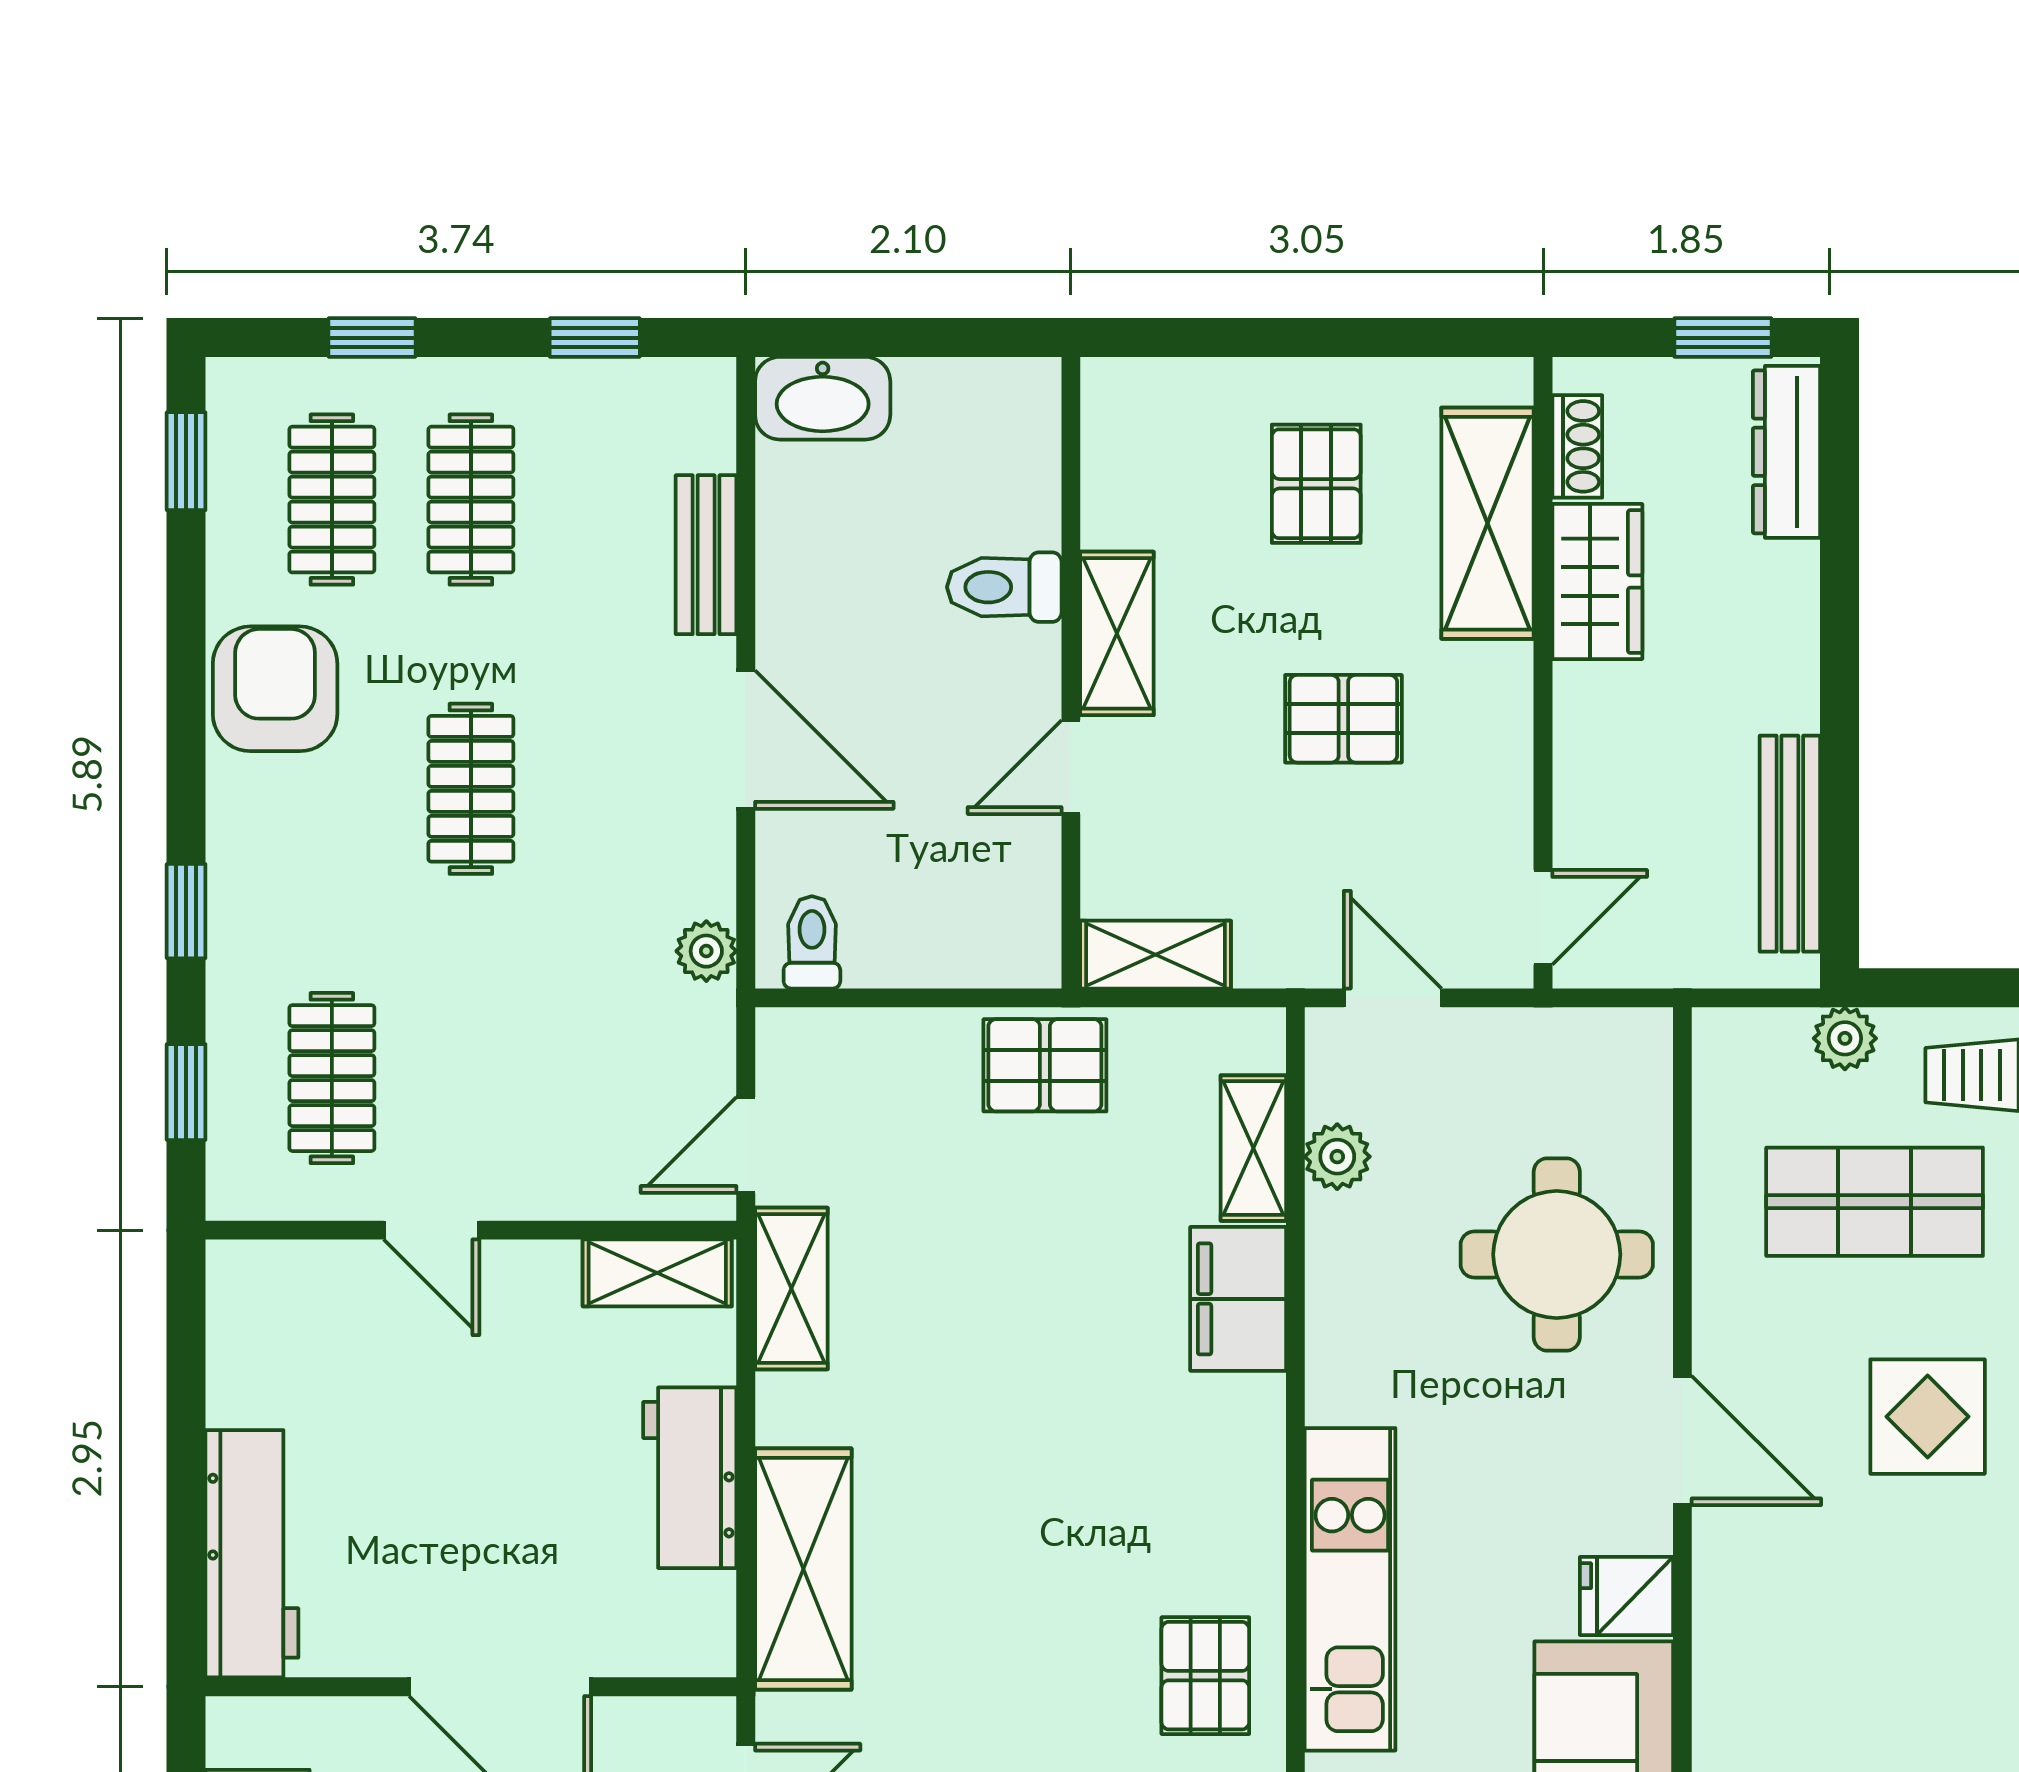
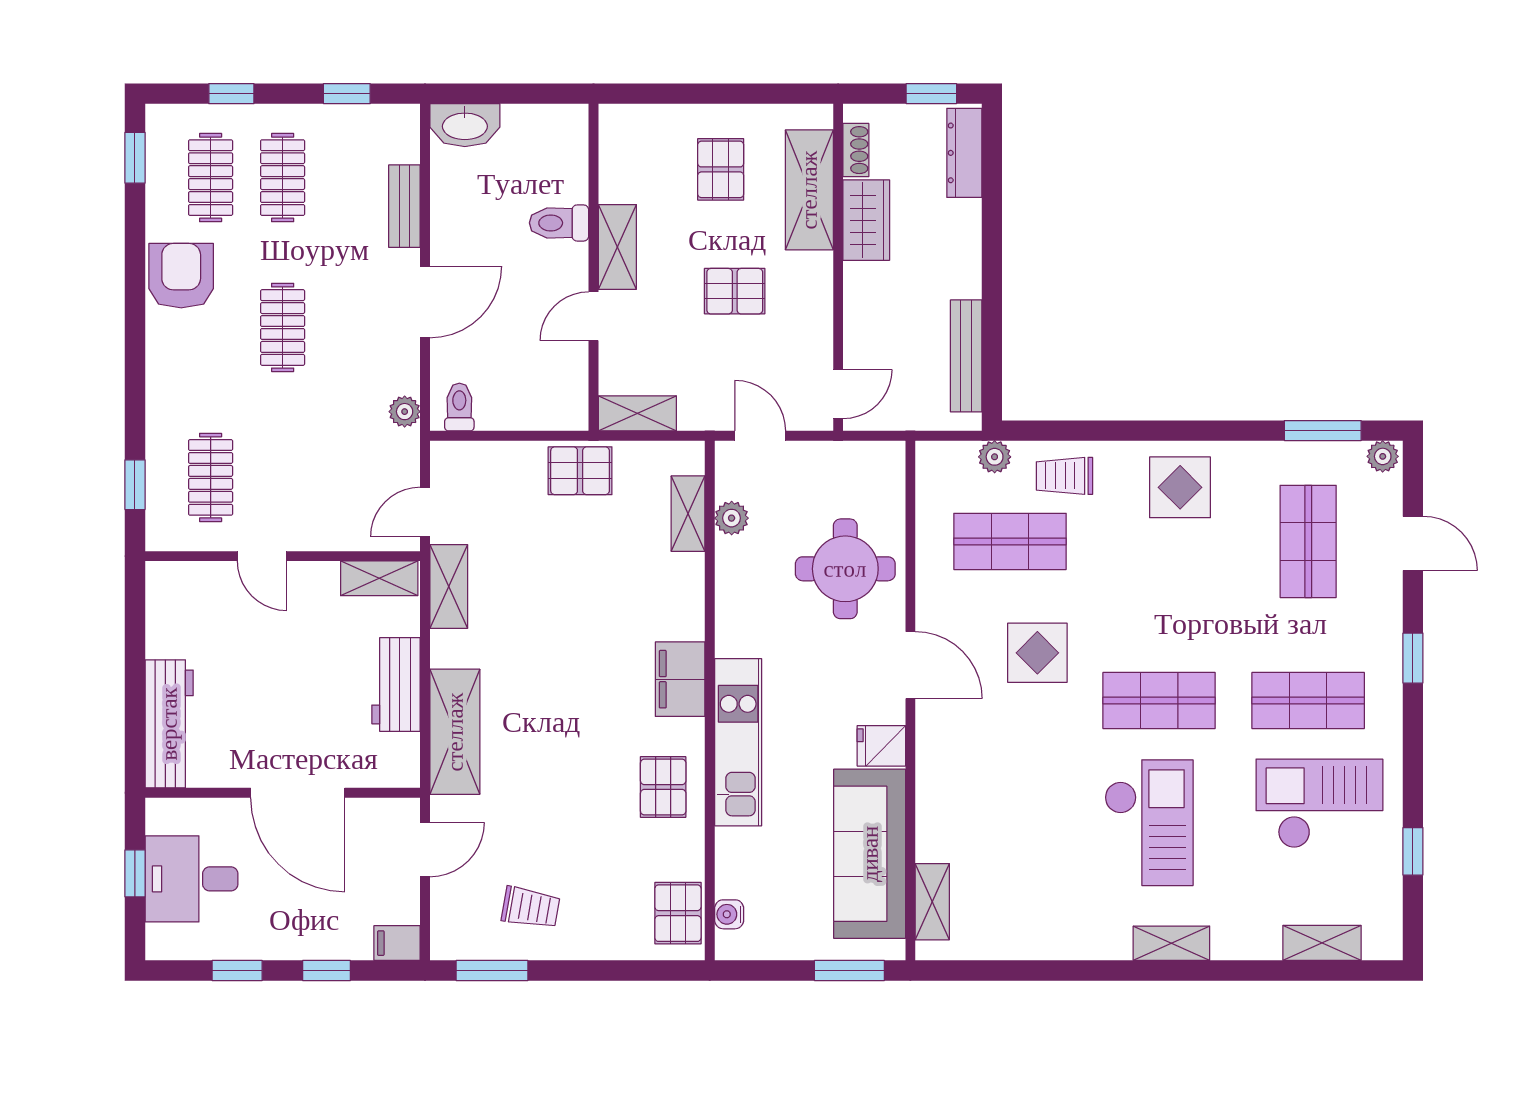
door: (746, 740) -> (425, 302), hinge flipped
window: (186, 911) -> (135, 391), removed
filing cabinet: (1238, 1299) -> (680, 679), moved

